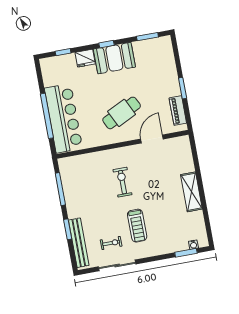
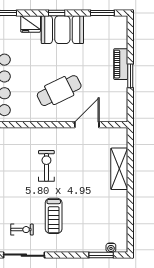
piano: (178, 111) -> (121, 64), moved
shelving: (191, 192) -> (119, 169), moved

